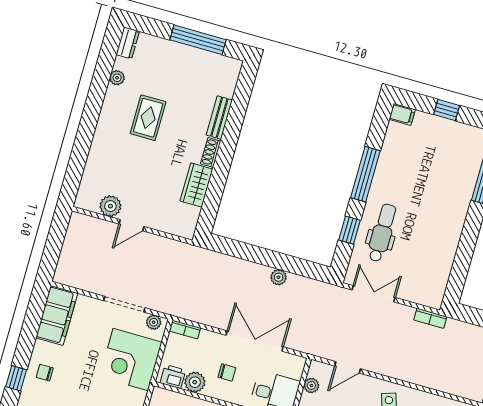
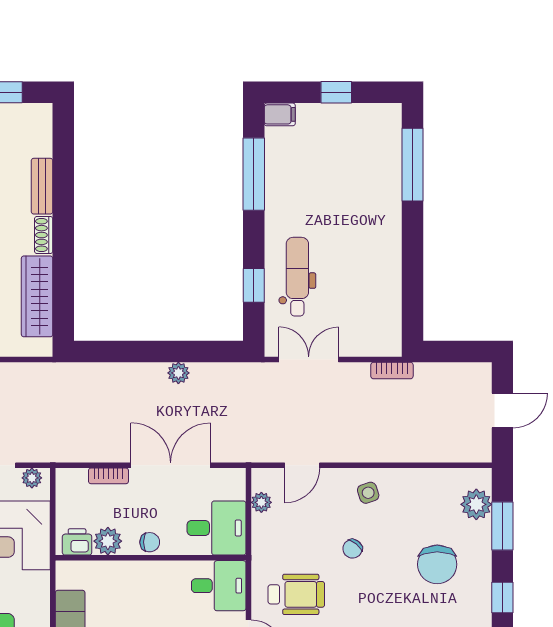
window: (365, 174) -> (254, 174), moved
wardrobe: (196, 185) -> (37, 296), width x1.50
bookcase: (185, 329) -> (108, 476), moved
chair: (227, 372) -> (150, 542), moved

